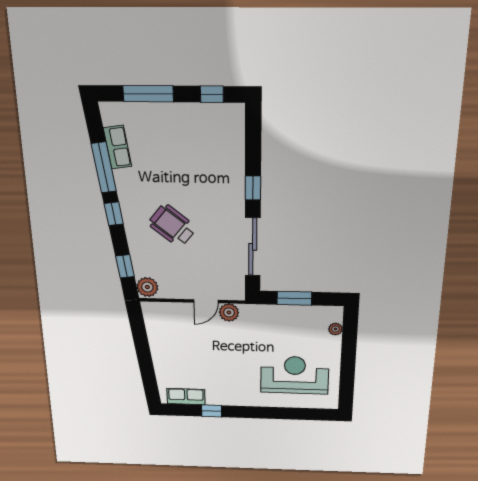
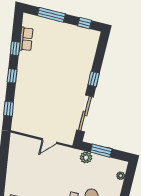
window: (104, 167) -> (15, 48), width x0.46
wheelchair: (172, 226) -> (43, 90), removed
plant: (147, 287) -> (18, 124), removed
plant: (229, 312) -> (86, 157), moved

